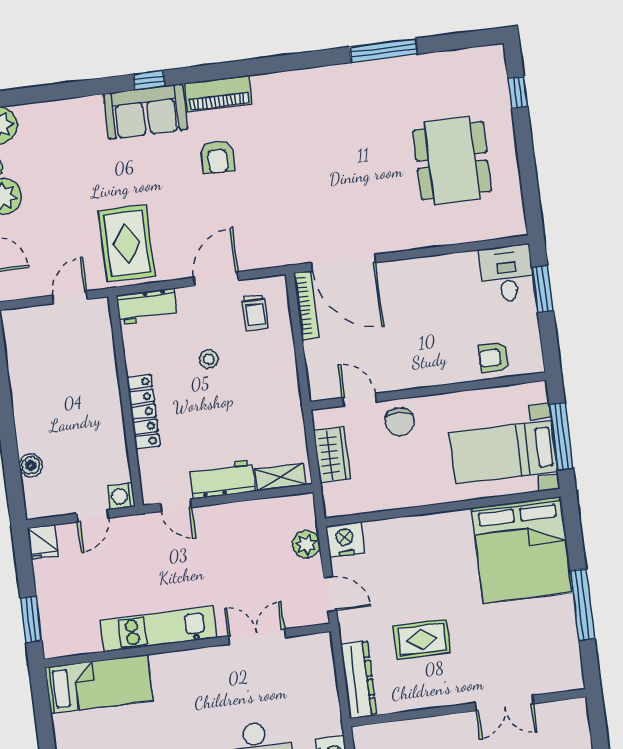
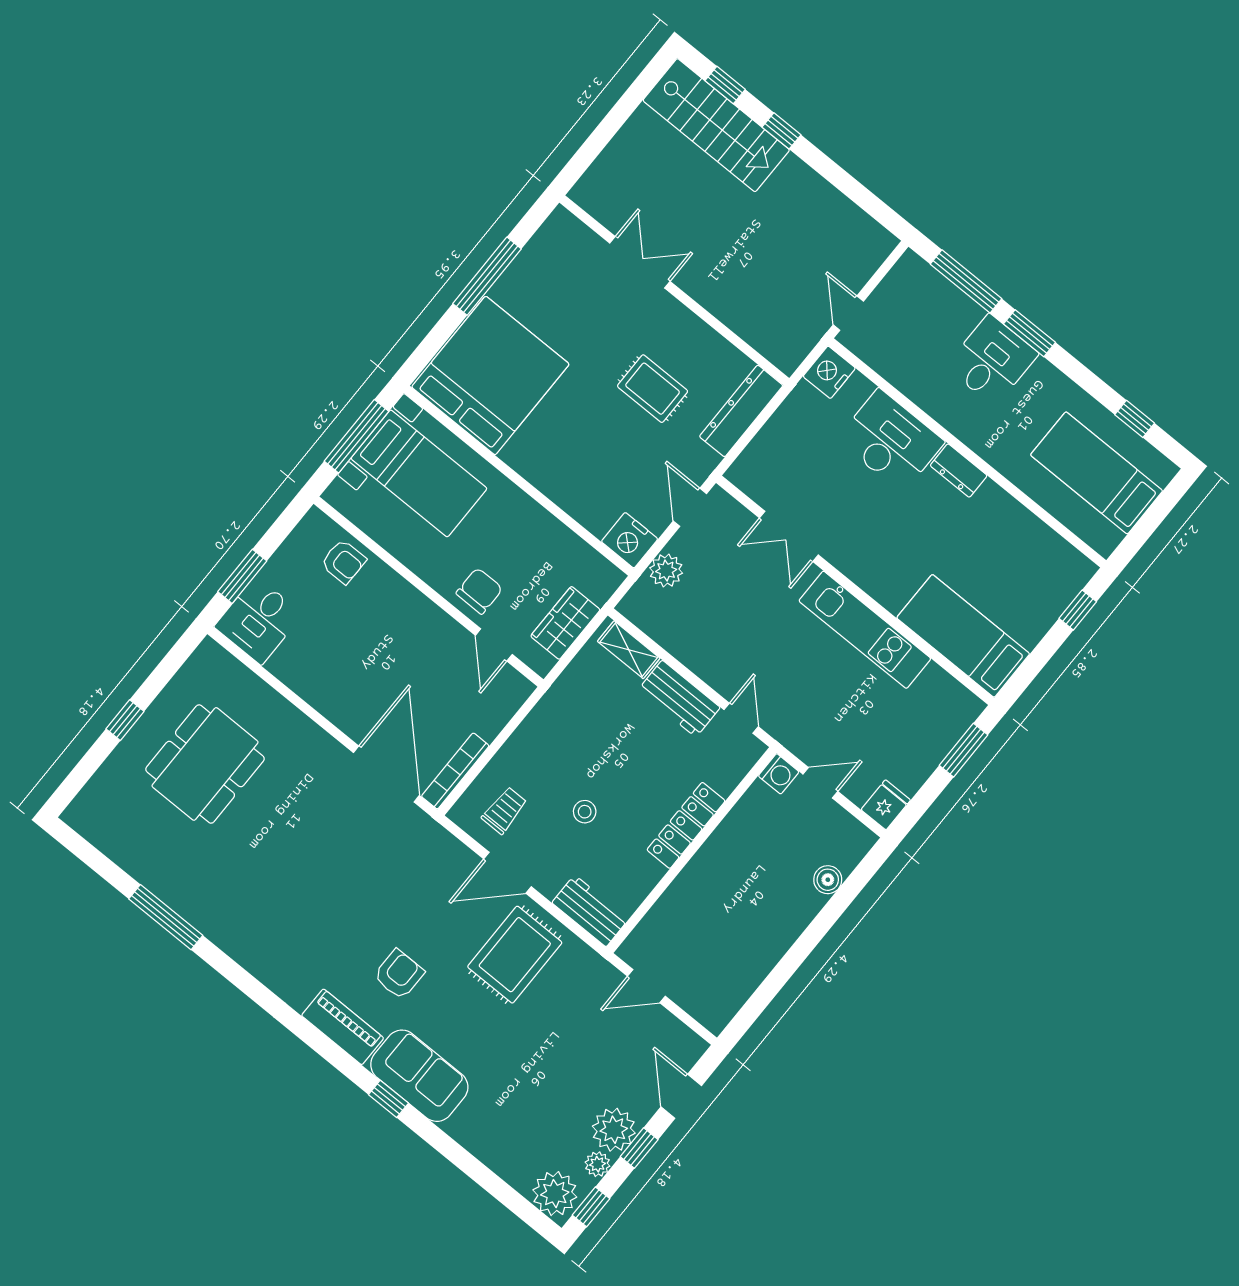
window: (518, 92) -> (125, 720), moved
rug: (127, 244) -> (515, 955), moved

